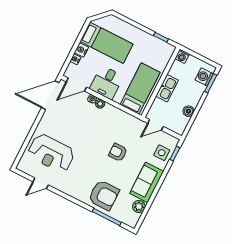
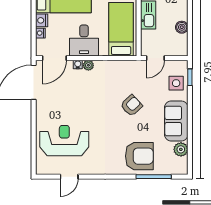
armchair: (118, 152) -> (132, 105), turned 137
reception desk: (51, 153) -> (64, 141), turned 180

